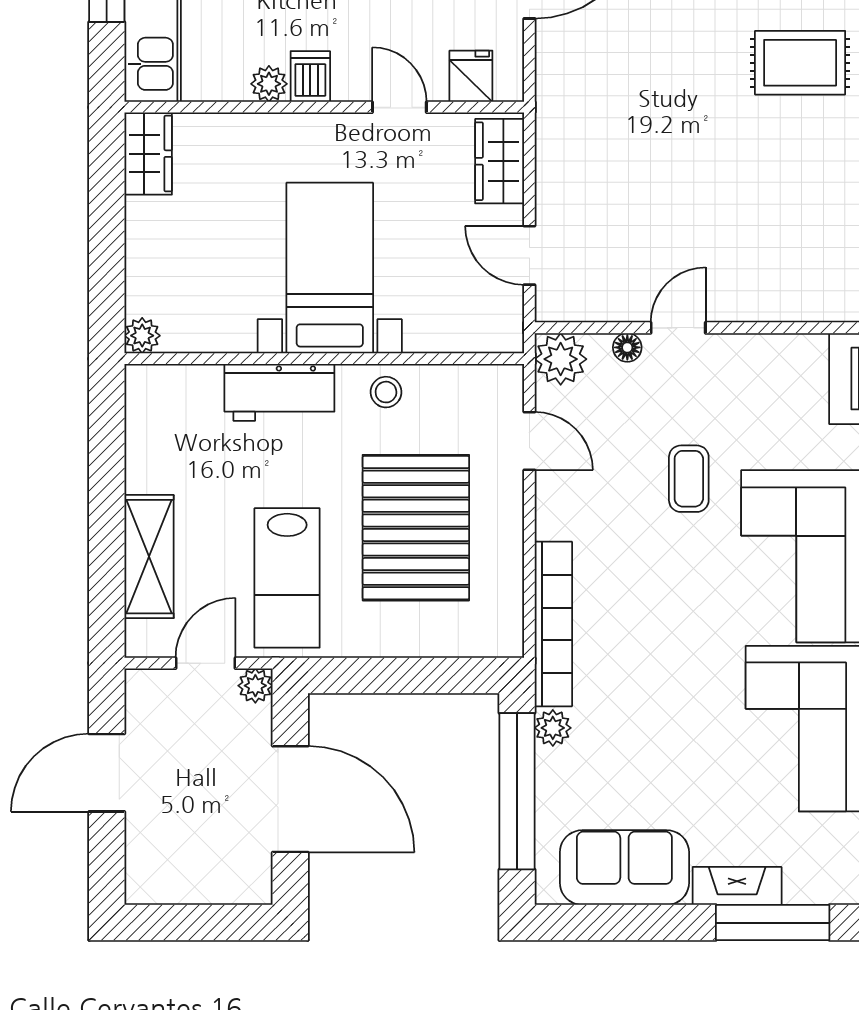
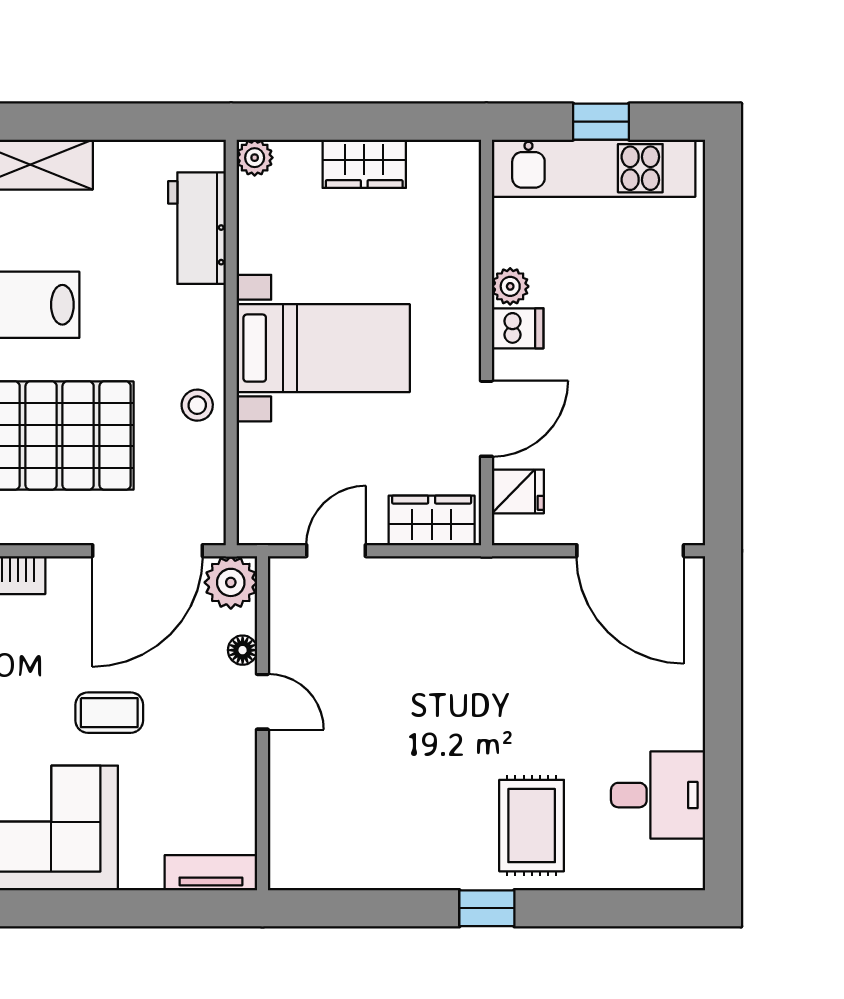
door: (399, 107) -> (486, 419), width x1.38
wardrobe: (148, 154) -> (364, 164), moved
workbench: (279, 392) -> (197, 228), moved
door: (529, 441) -> (147, 551), width x1.88

